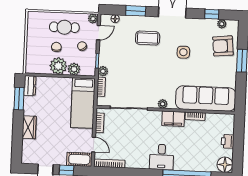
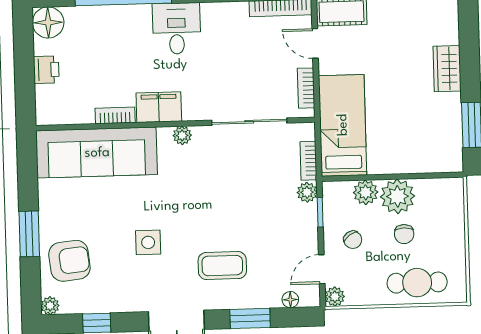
plant: (222, 24) -> (50, 306), moved
cafe table: (64, 27) -> (417, 283), moved
dresser: (30, 86) -> (452, 152), removed

